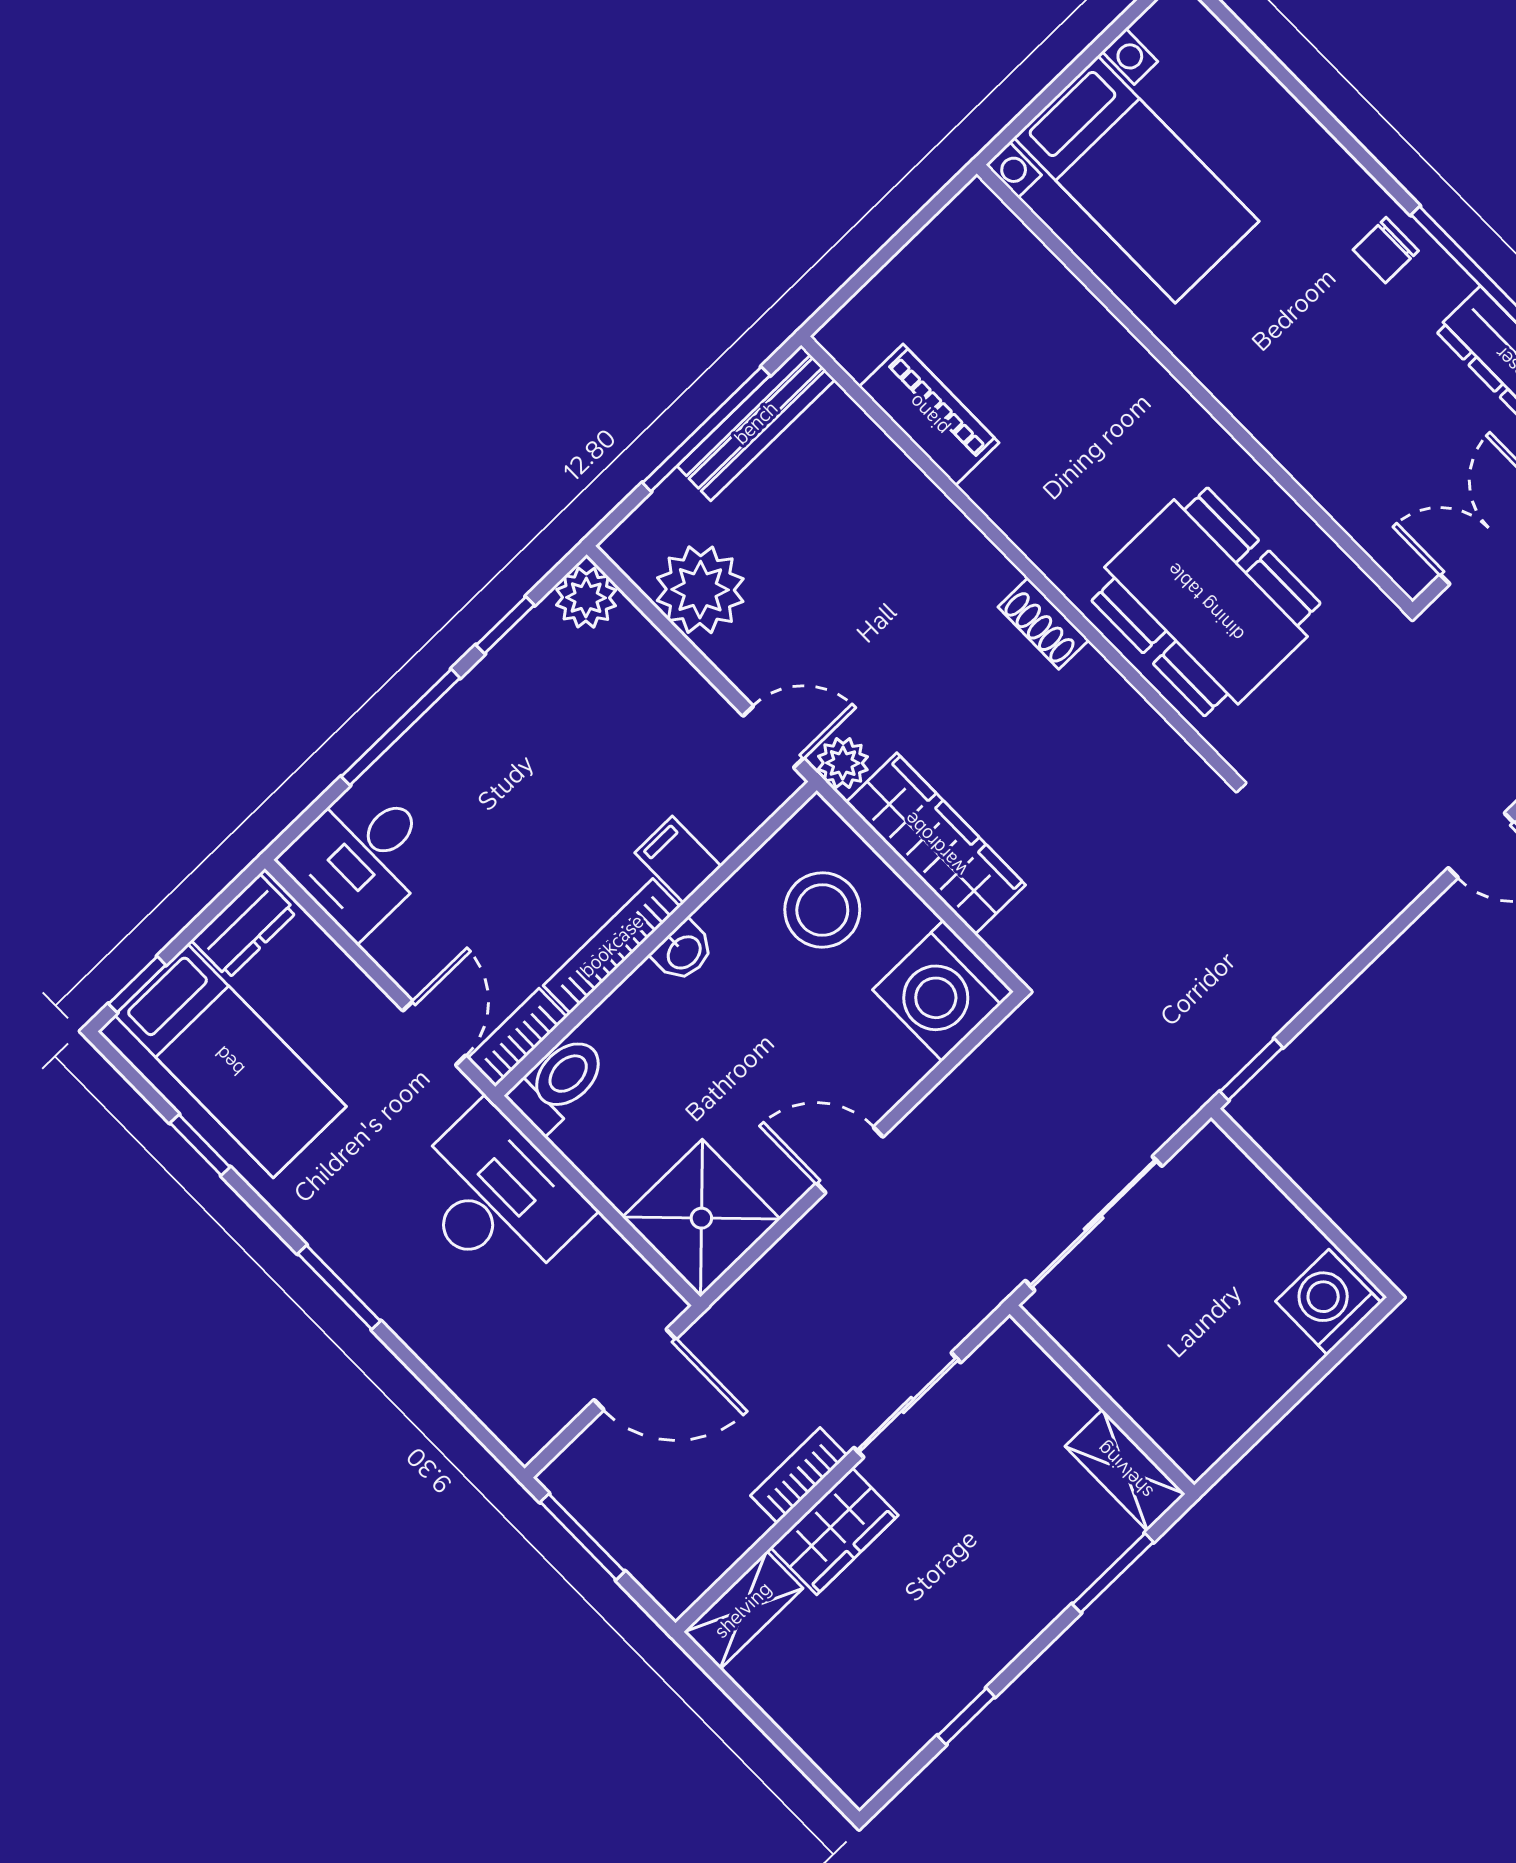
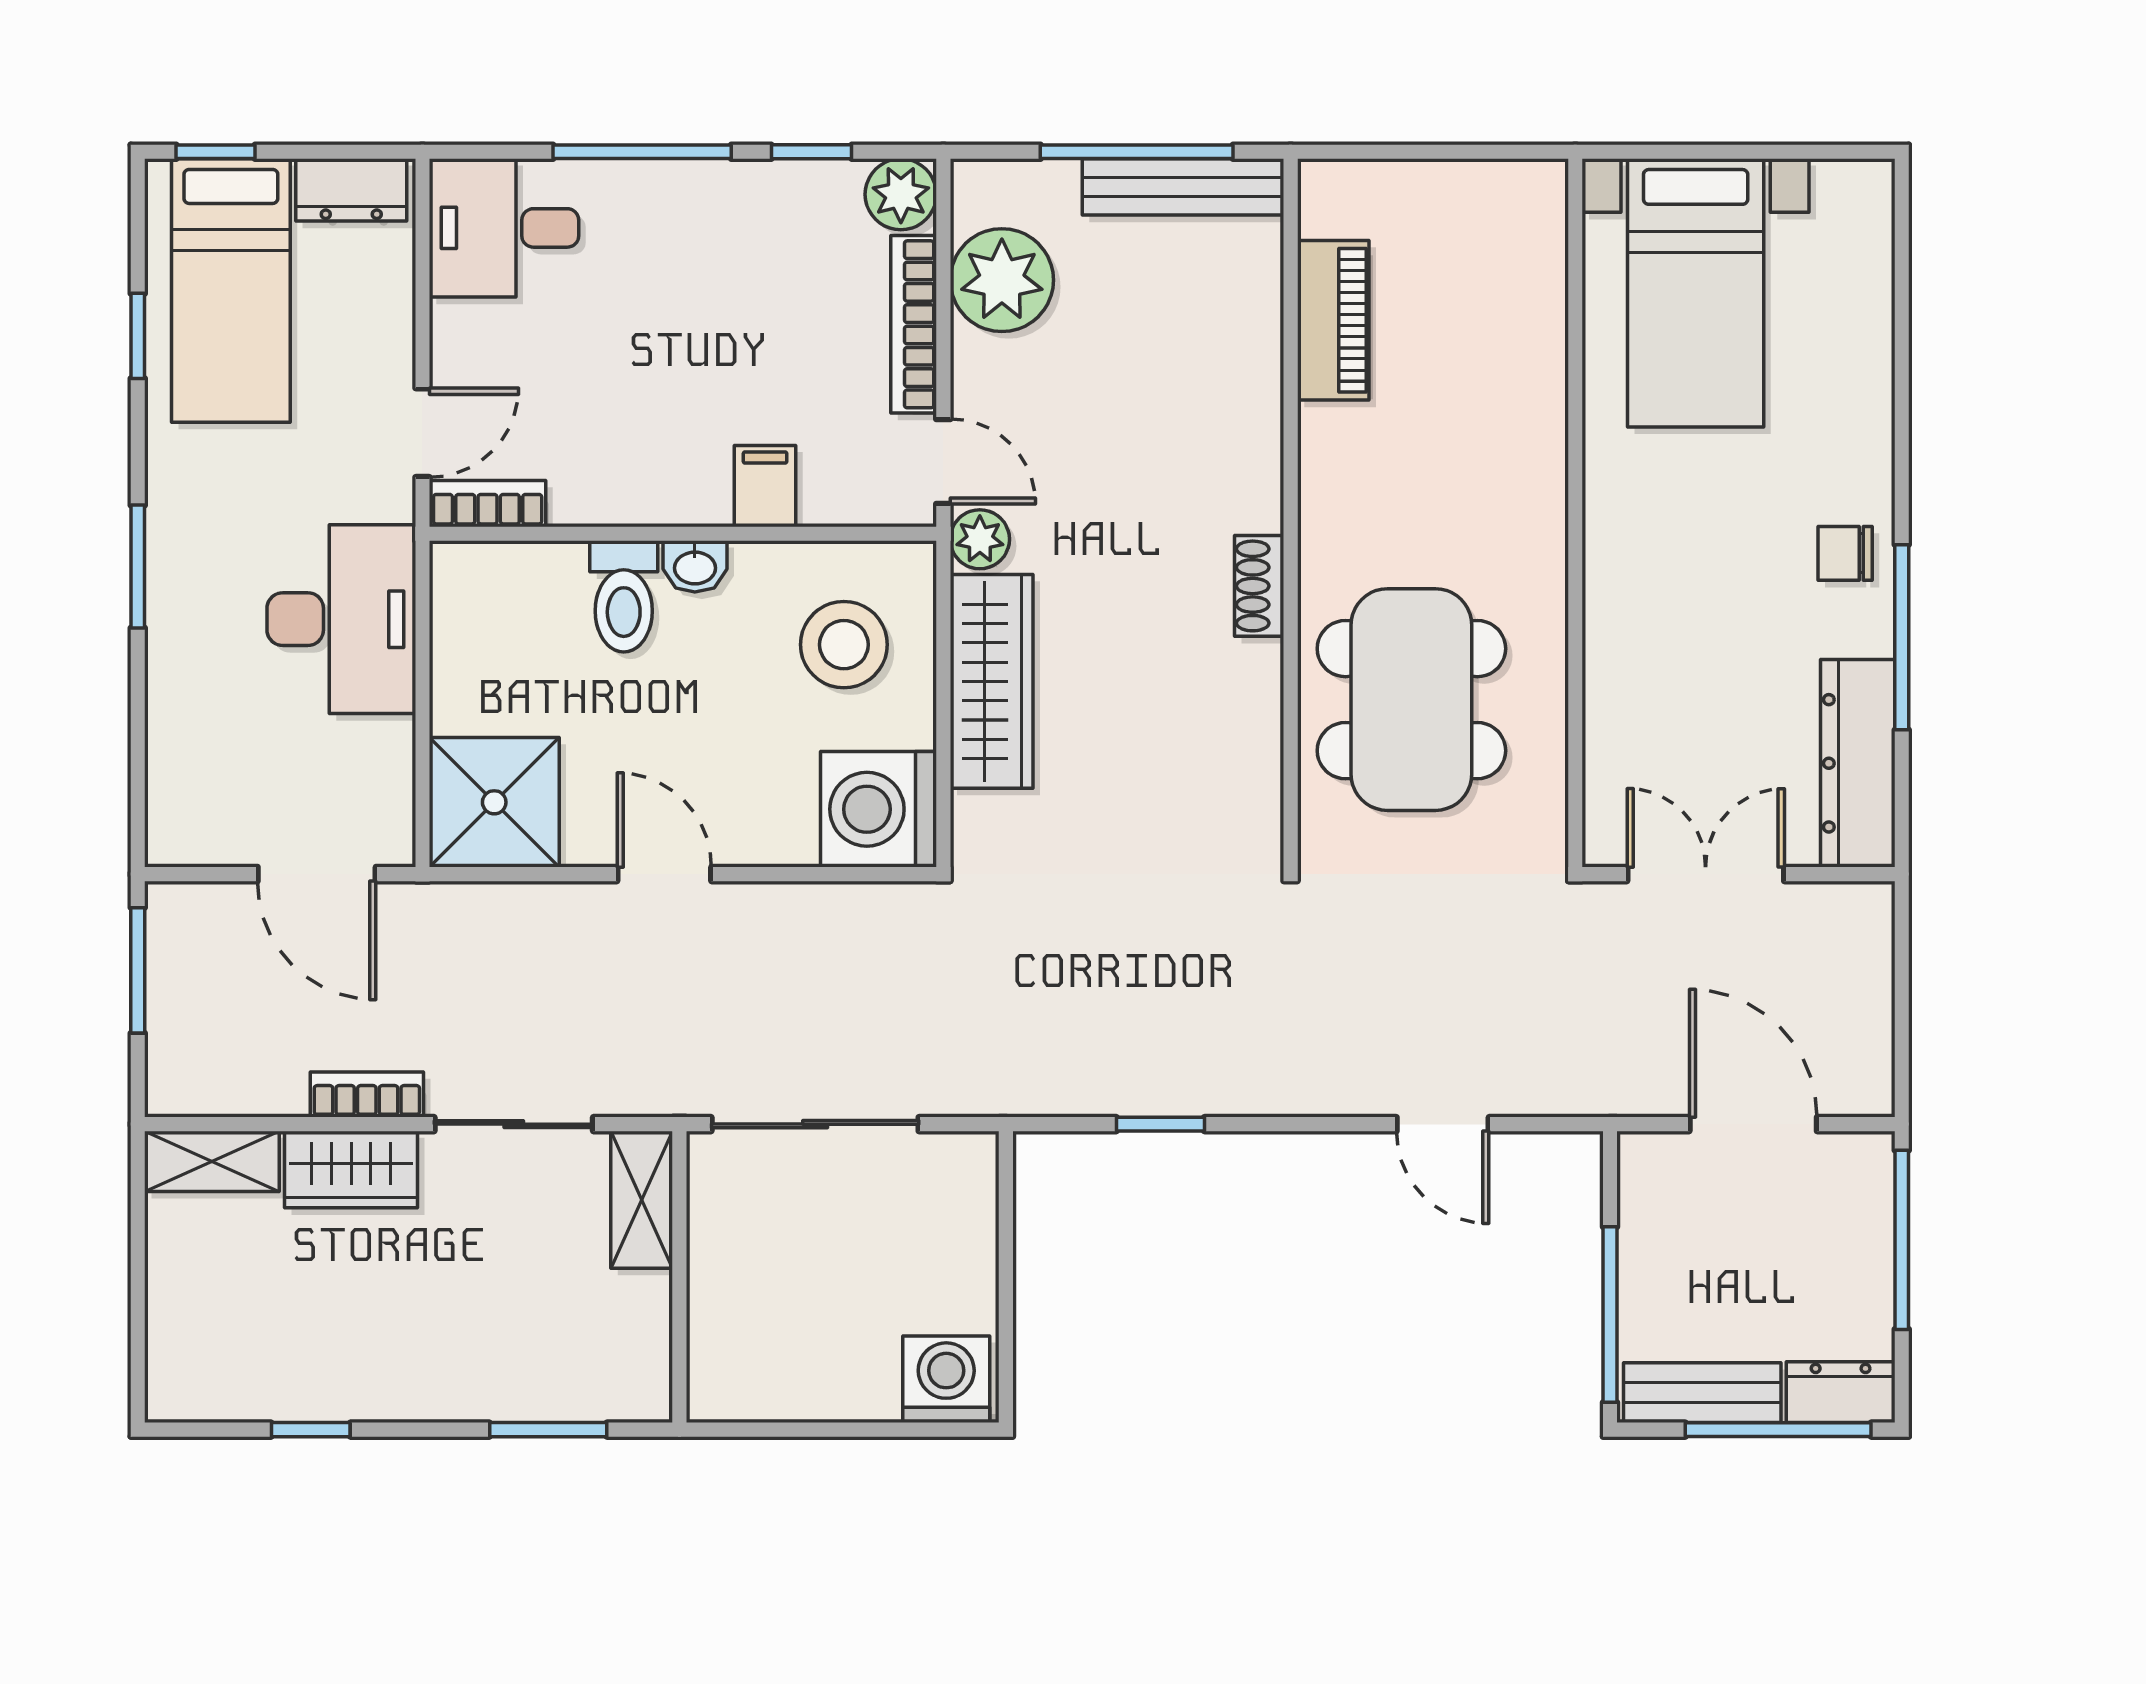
bookcase: (612, 946) -> (914, 324), moved, turned -90
window: (1251, 1069) -> (1160, 1124), moved
toilet: (559, 1083) -> (624, 596), moved, turned 90
shelving: (1125, 1470) -> (642, 1200), moved

